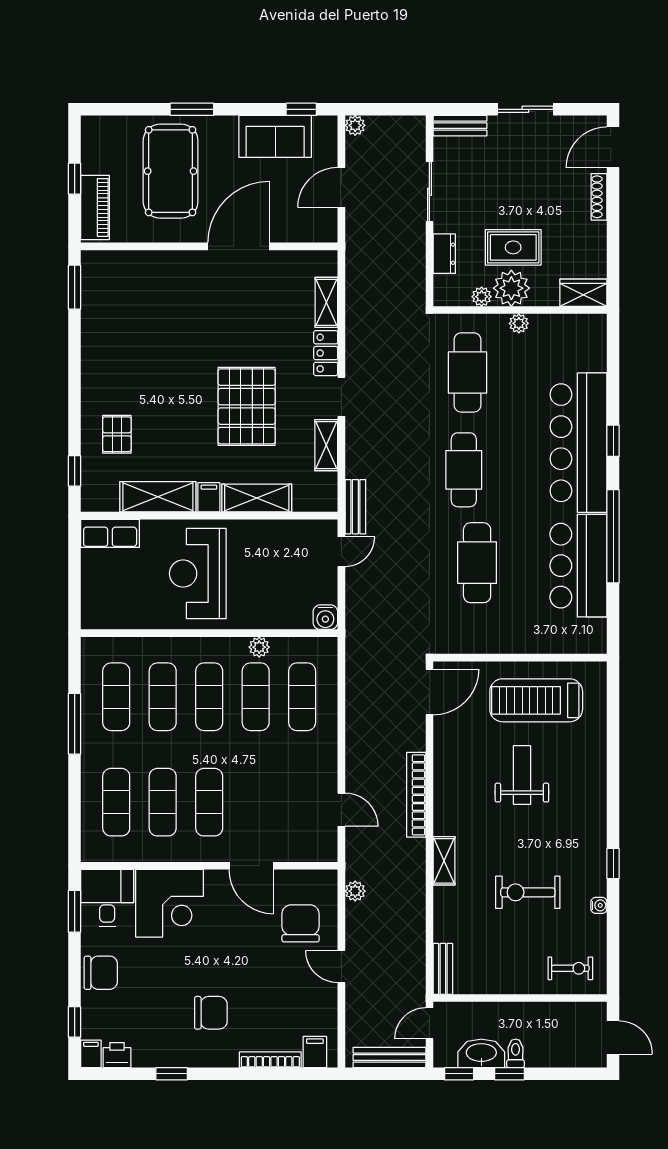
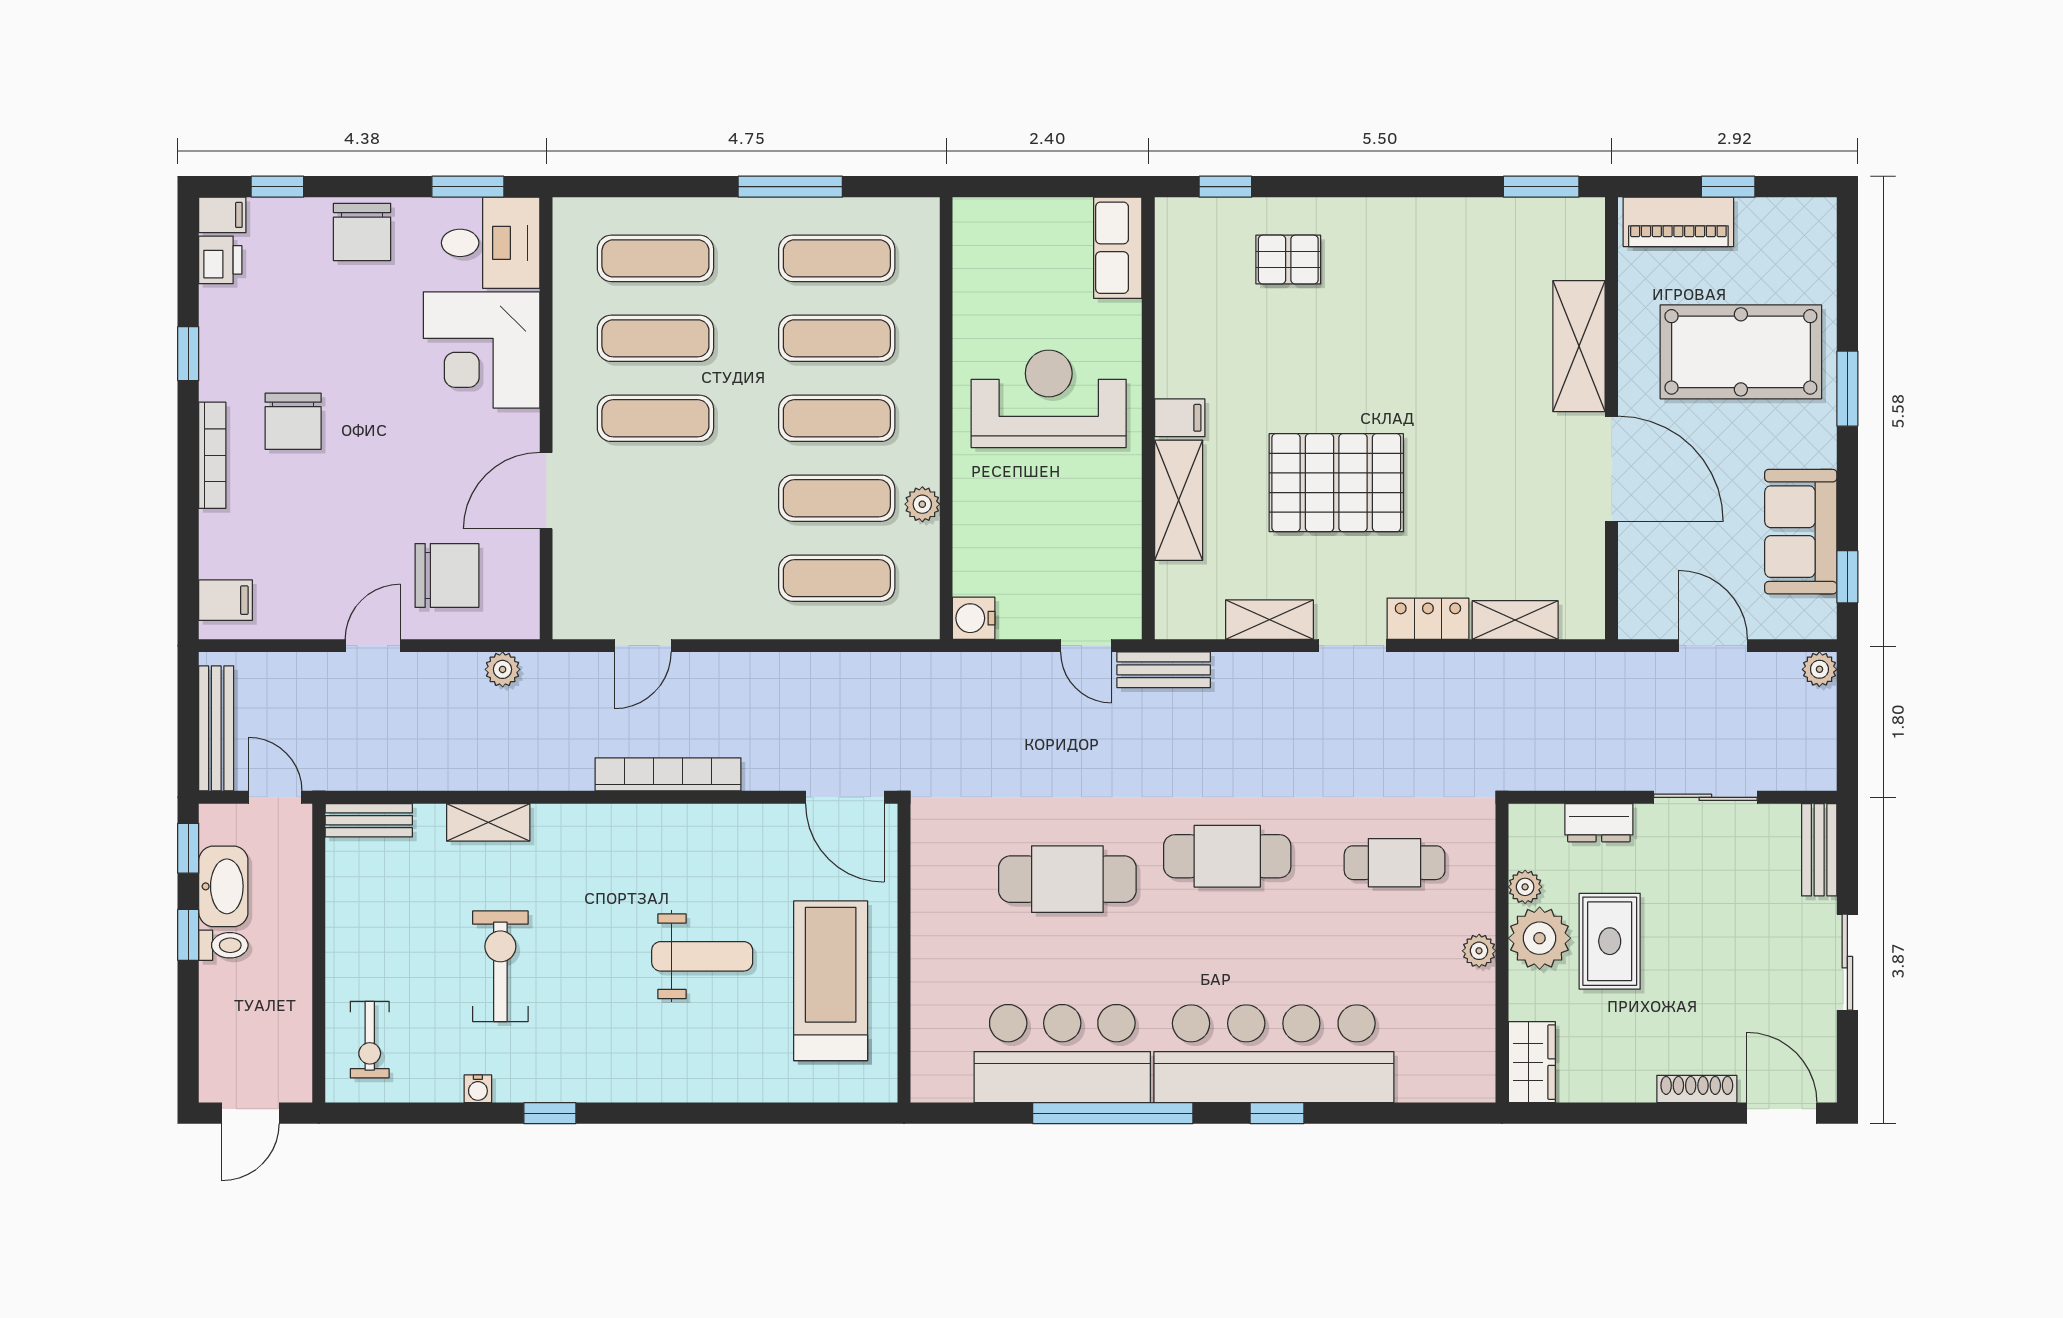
cafe table: (467, 372) -> (1395, 863), width x0.73, depth x0.74
shelving: (158, 497) -> (1579, 346), moved
shelving: (444, 861) -> (488, 822), moved
bookcase: (270, 1060) -> (212, 455), moved

